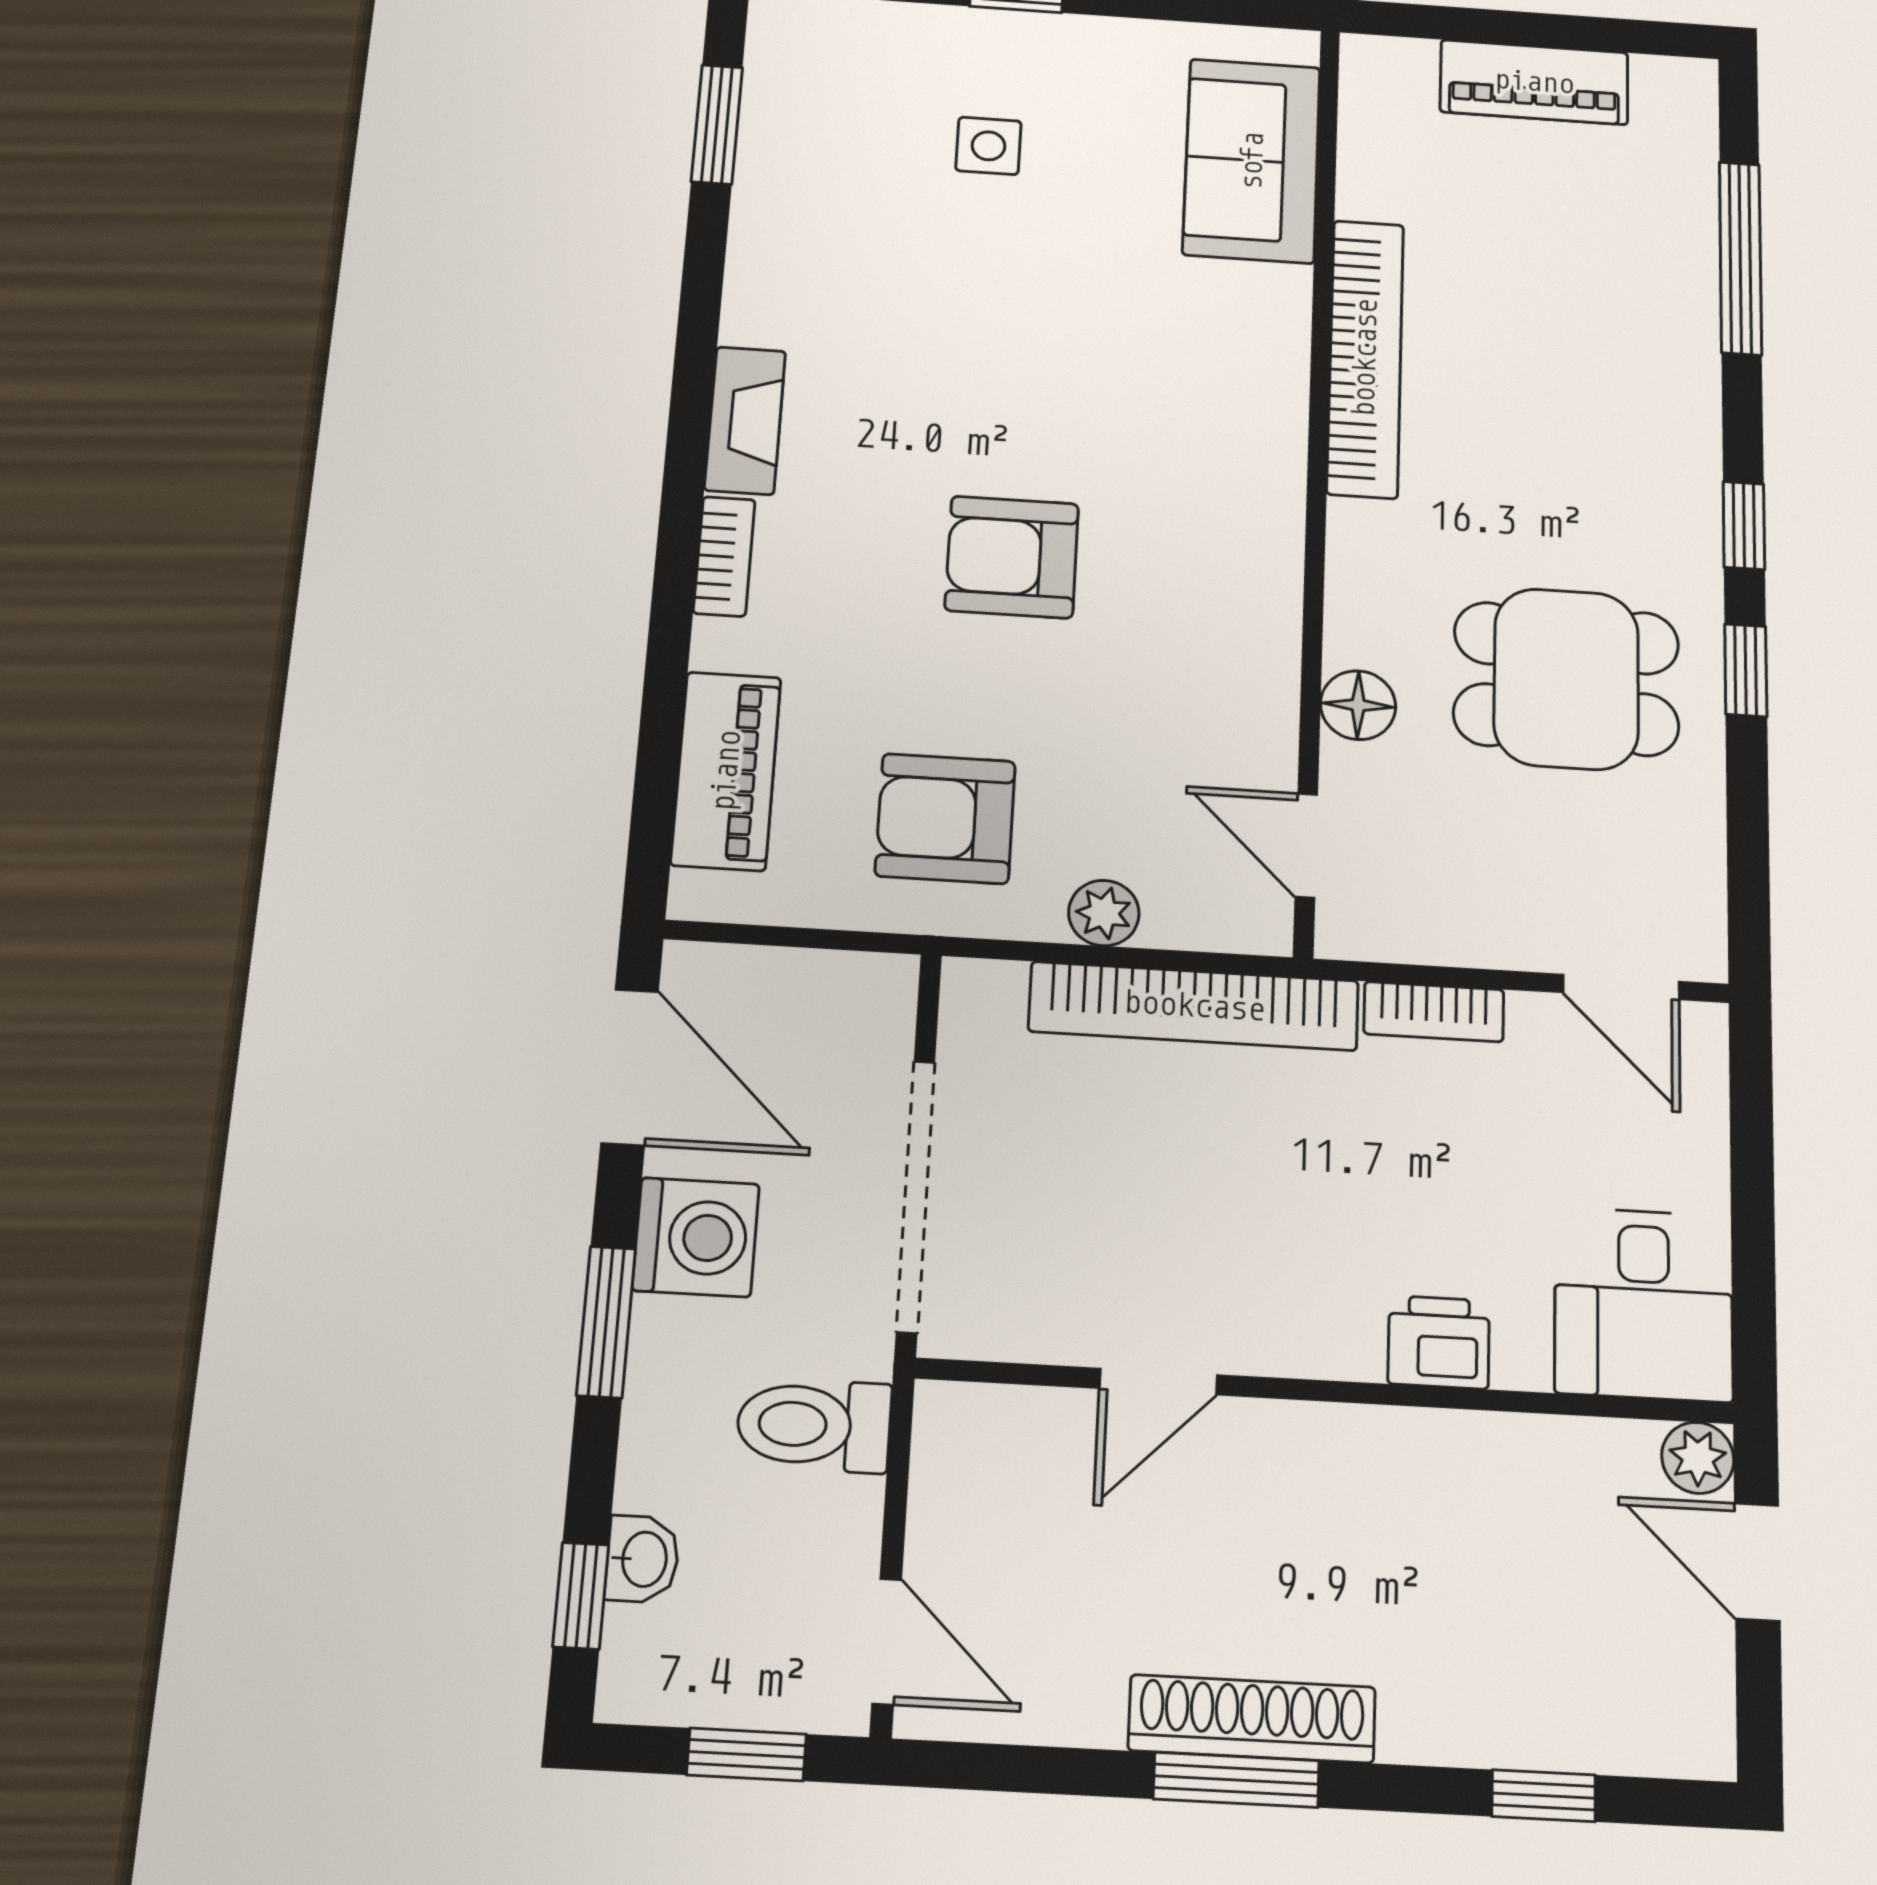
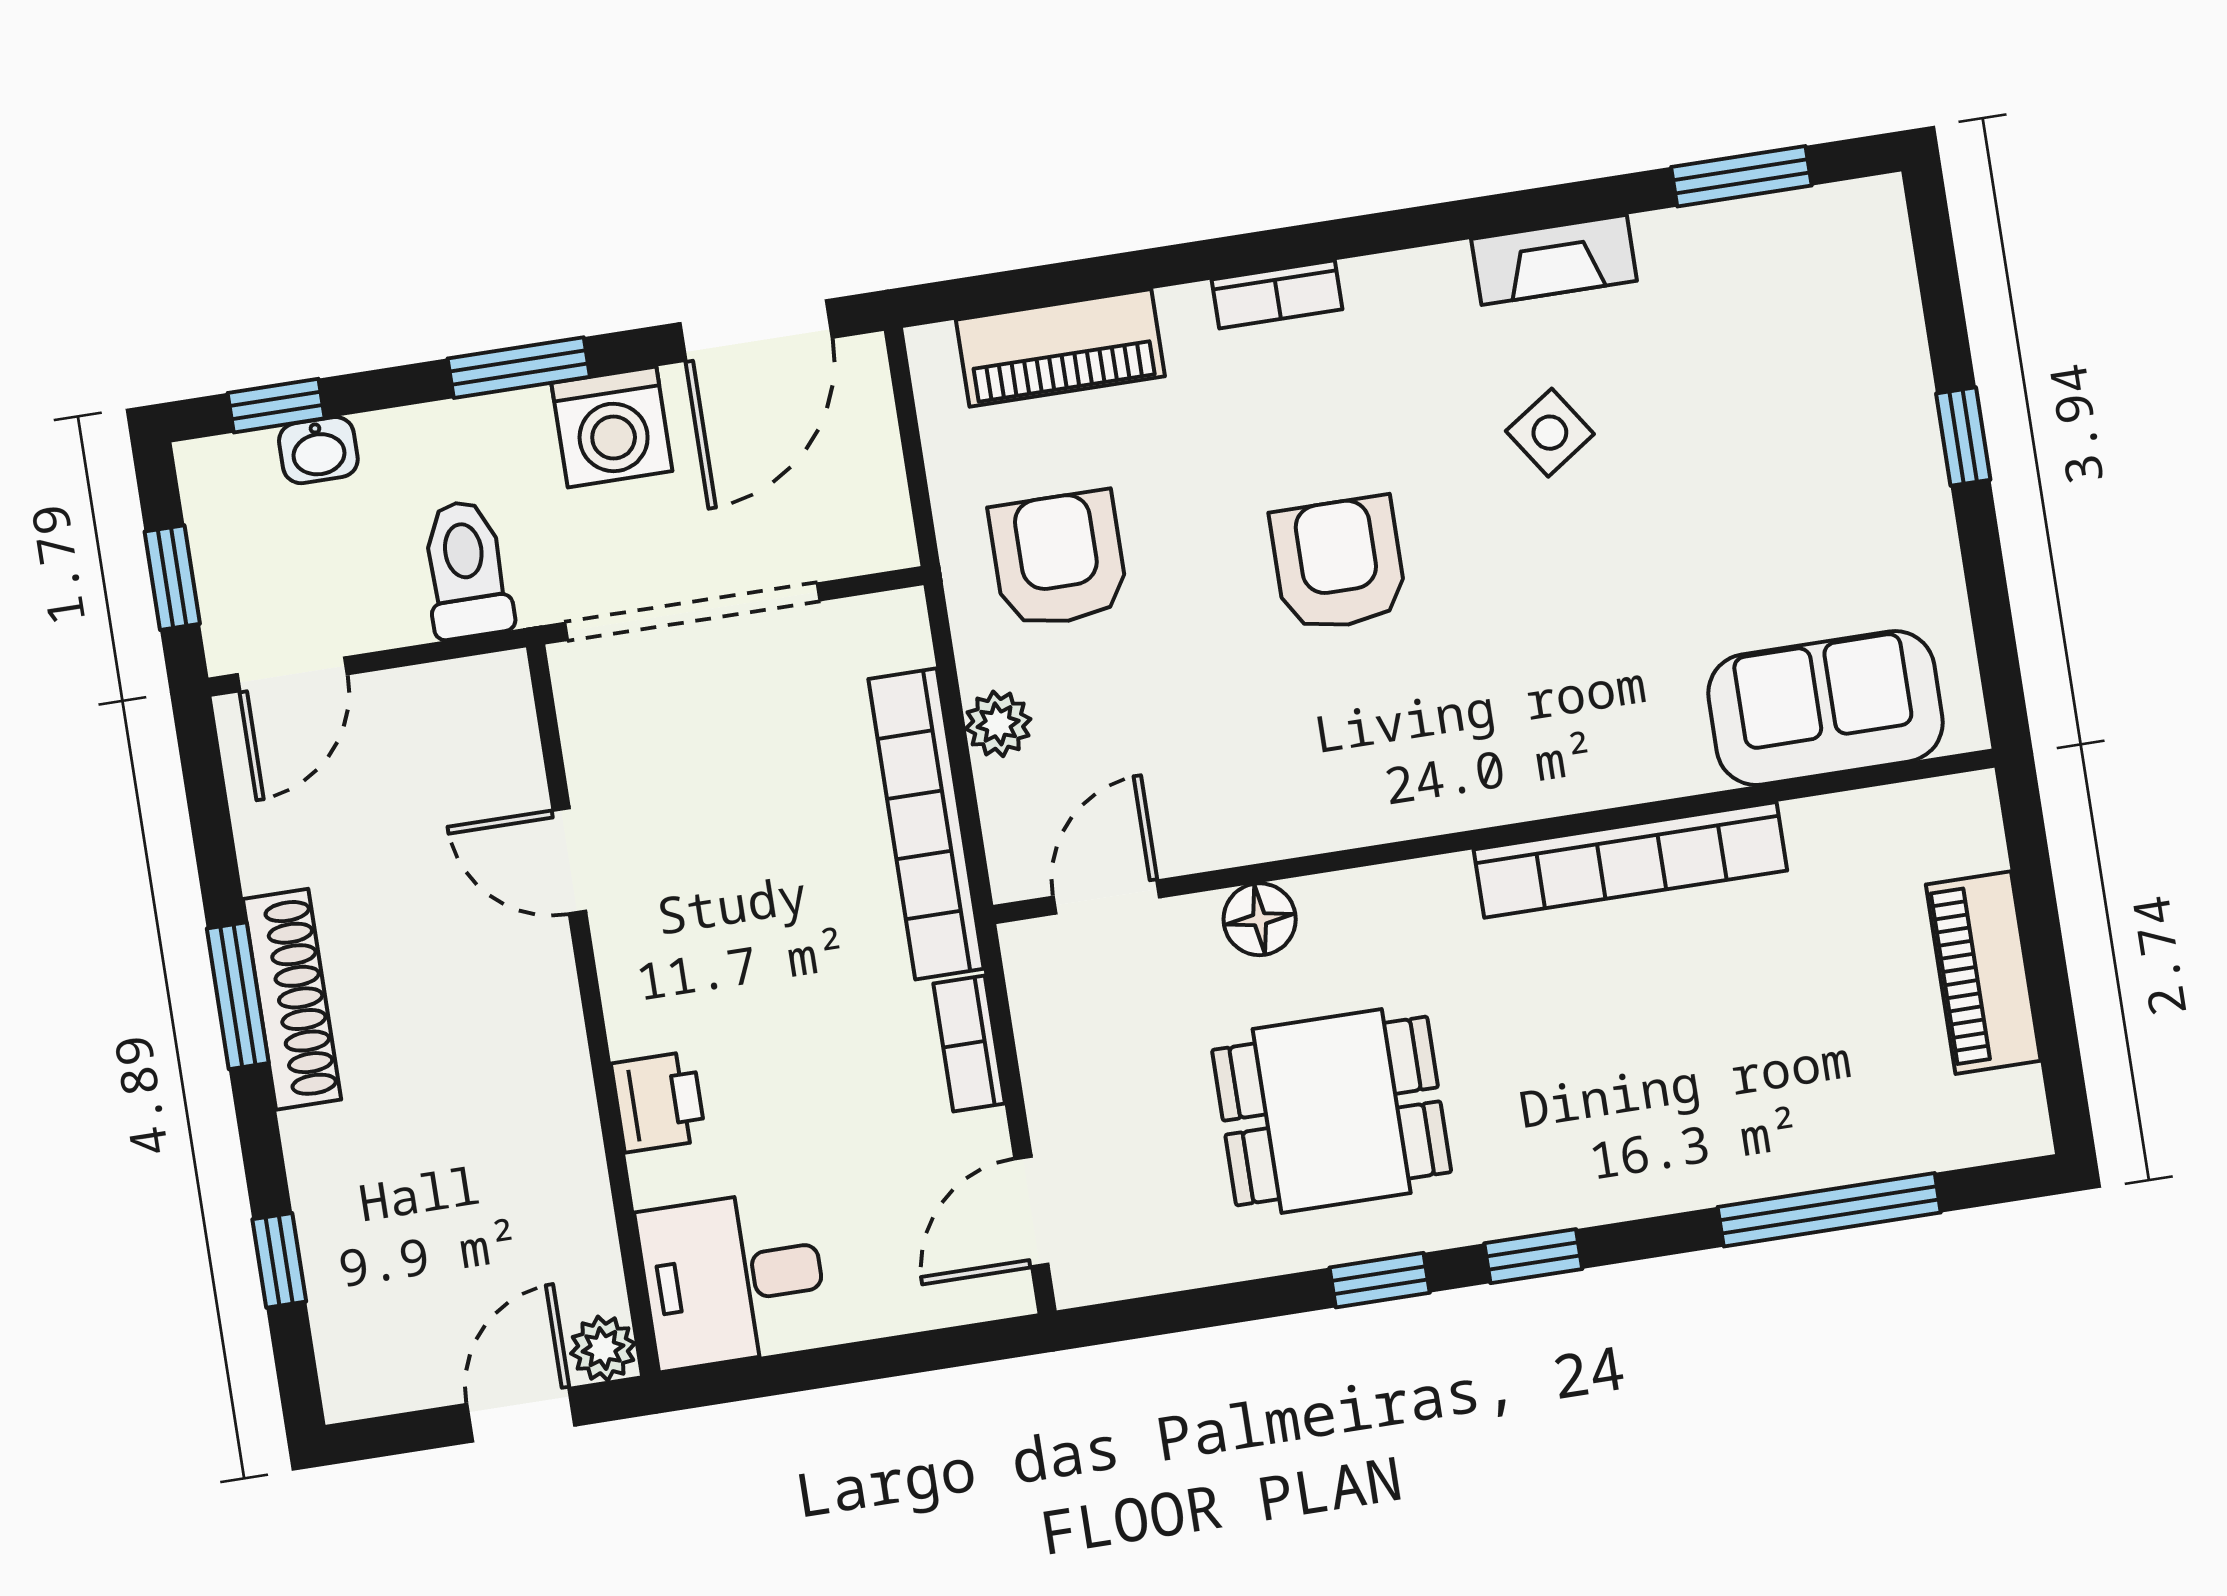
side table: (988, 146) -> (1550, 433), moved, turned -34
fireplace: (745, 421) -> (1554, 260), moved
dining table: (1566, 679) -> (1332, 1111), turned 90

